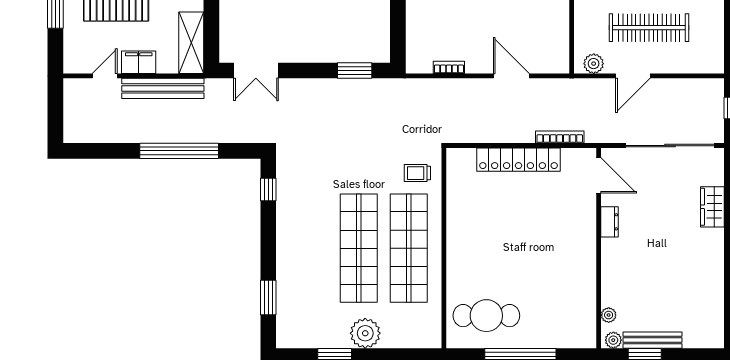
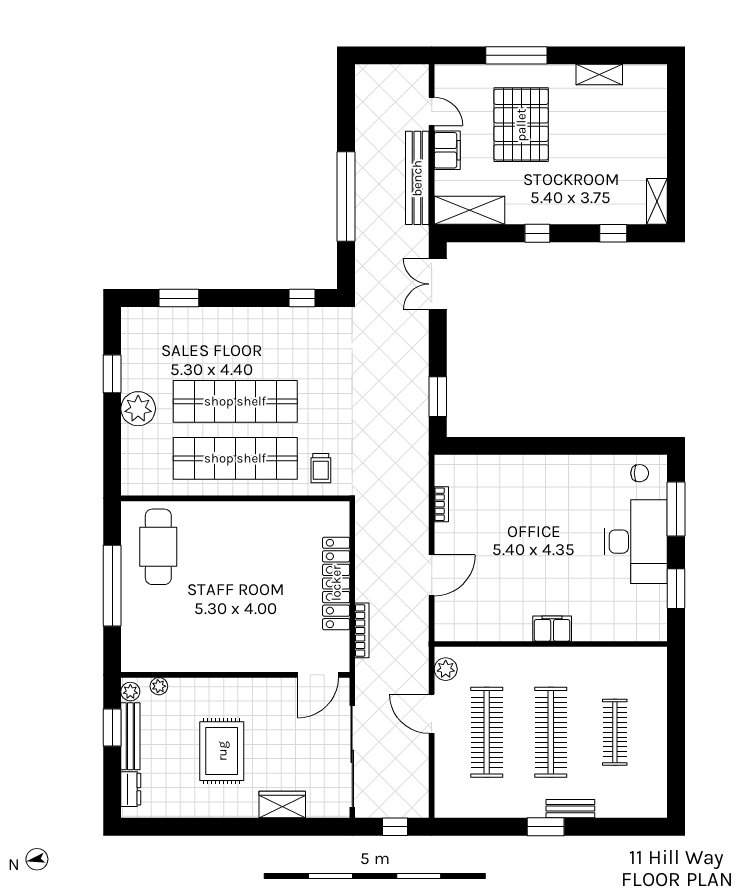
trolley: (417, 173) -> (321, 468), turned 180
dresser: (610, 222) -> (131, 789), moved, turned -90
rug: (665, 260) -> (222, 751), added

